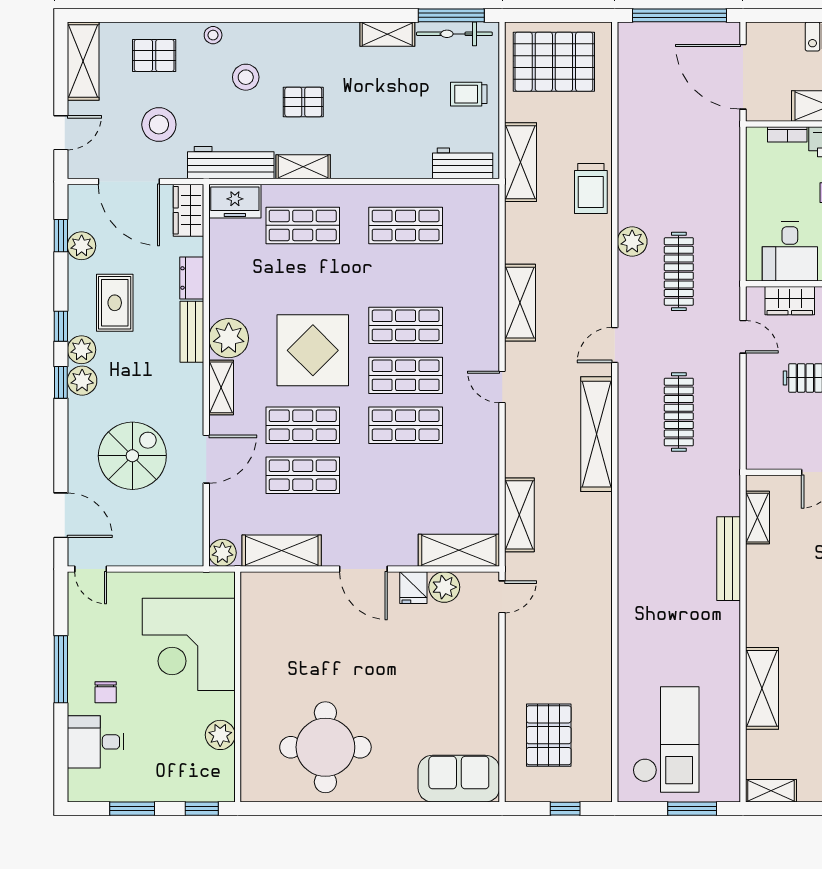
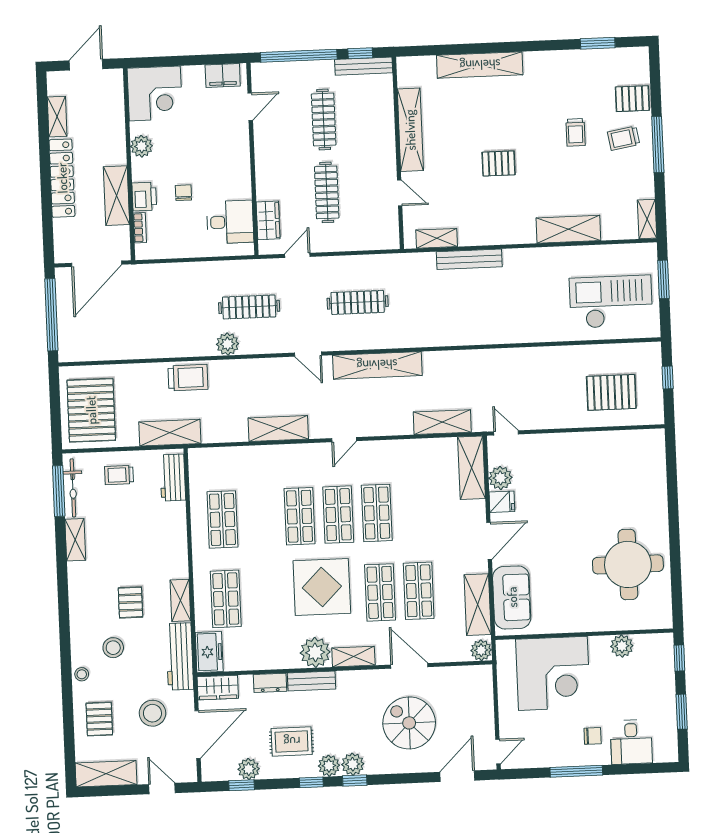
trolley: (469, 94) -> (119, 475), turned 90
sofa: (459, 779) -> (512, 597), moved, turned 180

